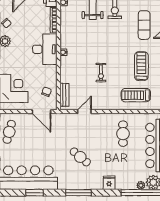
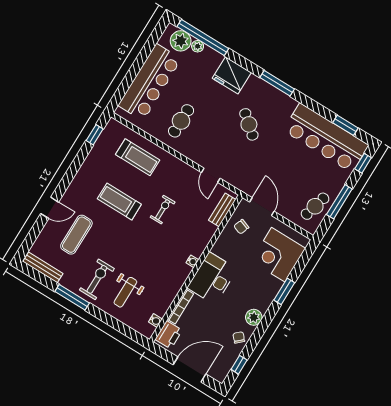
treadmill: (141, 66) -> (119, 201), moved, turned 90
door: (84, 112) -> (211, 175), hinge flipped
fridge: (109, 183) -> (232, 75), width x1.88, depth x1.34
window: (35, 193) -> (345, 125), moved

